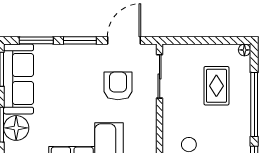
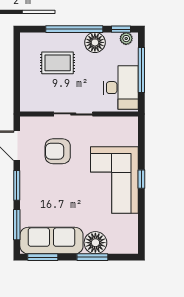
floor lamp: (244, 50) -> (95, 42), moved, width x1.89, depth x1.89
sliding door: (160, 76) -> (73, 114), moved

